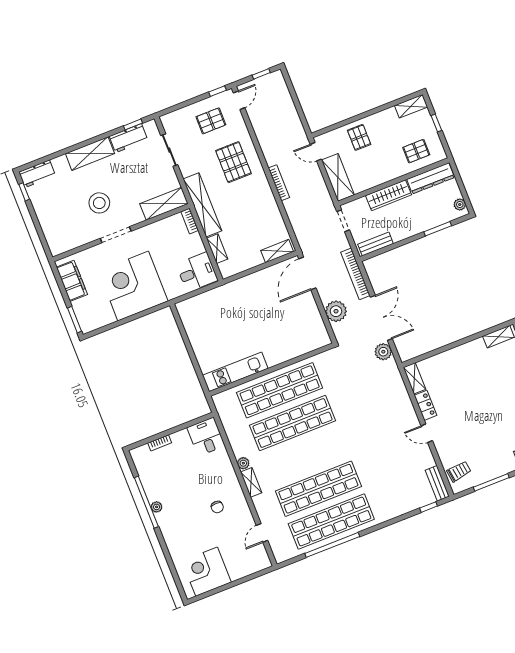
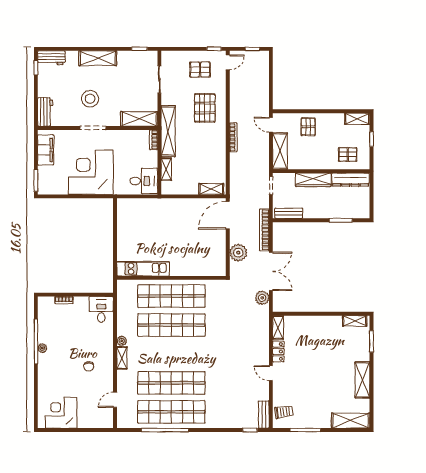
workbench: (128, 138) -> (45, 112), moved, turned -90
plant: (460, 205) -> (365, 208), removed

